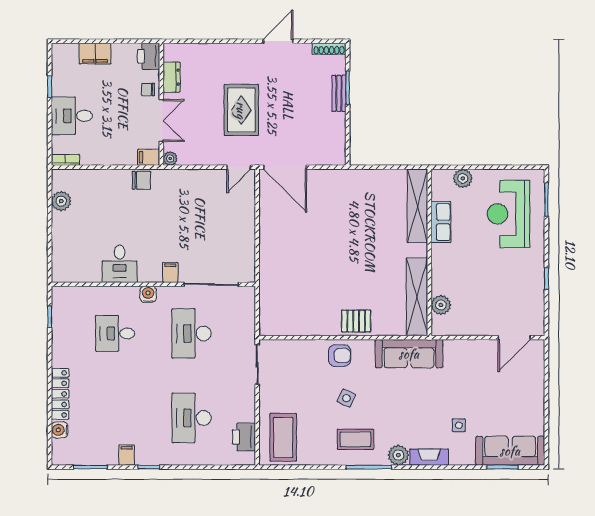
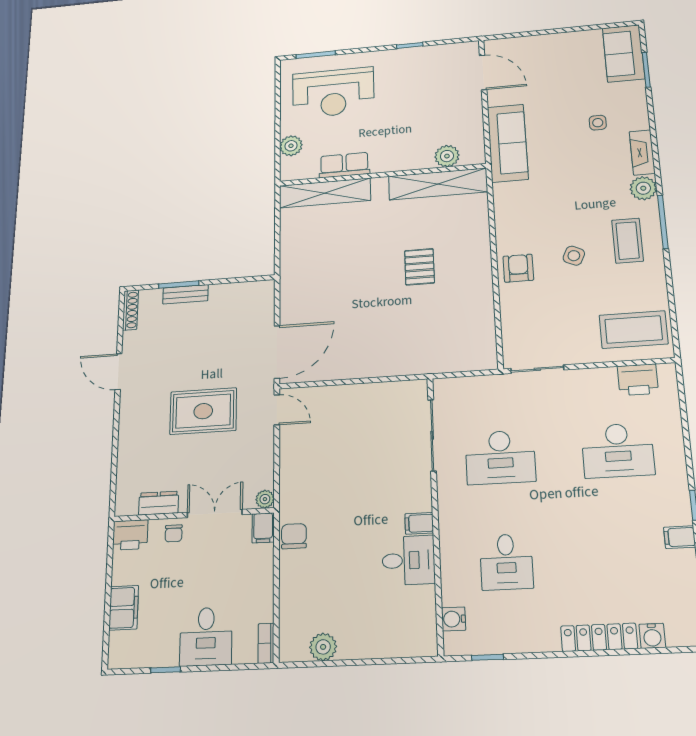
filing cabinet: (170, 272) -> (419, 523), moved
water cooler: (148, 294) -> (454, 619), moved
pallet: (356, 321) -> (420, 267), moved
sofa: (409, 354) -> (508, 143), moved
sofa: (510, 451) -> (624, 53), width x0.73

